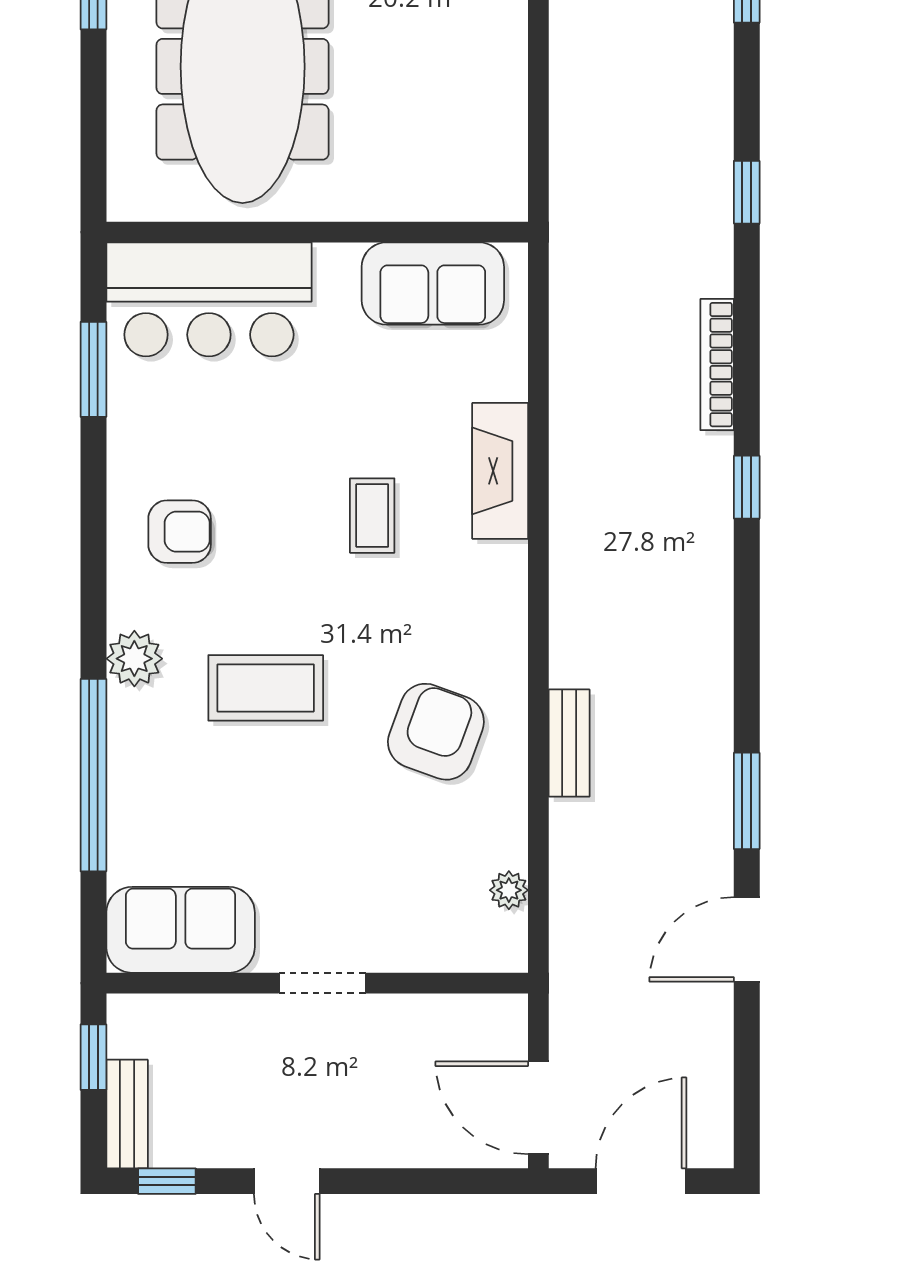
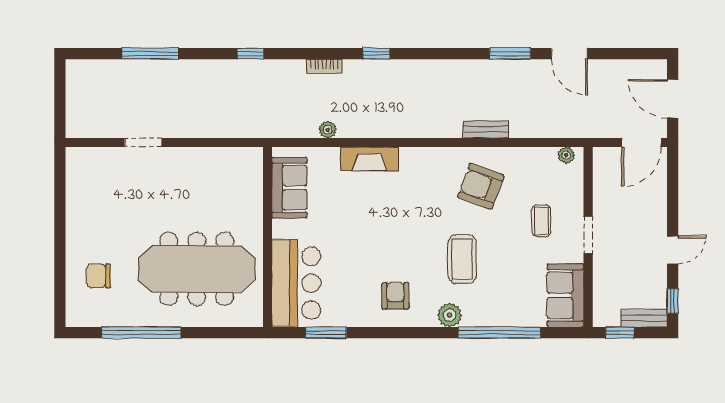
bookcase: (717, 365) -> (324, 66), width x0.64
plant: (568, 373) -> (328, 130), added
coffee table: (372, 516) -> (541, 221), moved, turned 90
plant: (509, 890) -> (566, 155), moved

